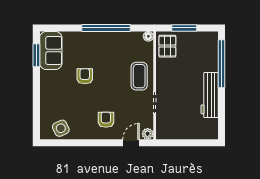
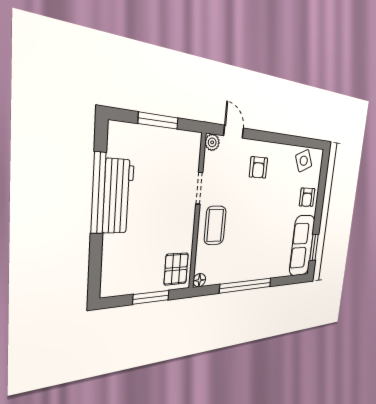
sofa: (51, 50) -> (302, 246), width x1.36
window: (222, 64) -> (98, 193), moved
armchair: (85, 76) -> (307, 197), moved
door: (131, 143) -> (234, 132), swing flipped
window: (187, 143) -> (158, 121), added

